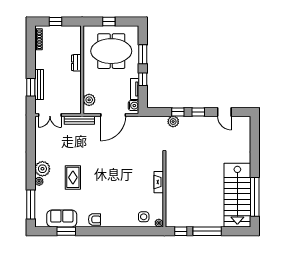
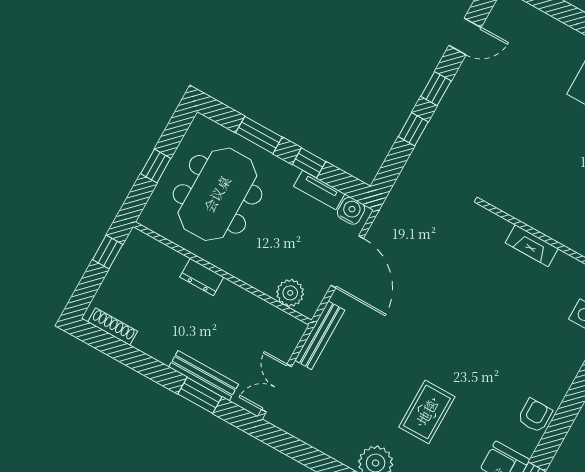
window: (56, 21) -> (108, 252), moved
double door: (50, 115) -> (277, 388), swing flipped
plant: (173, 122) -> (427, 149), removed
rug: (73, 177) -> (427, 412), turned 90

